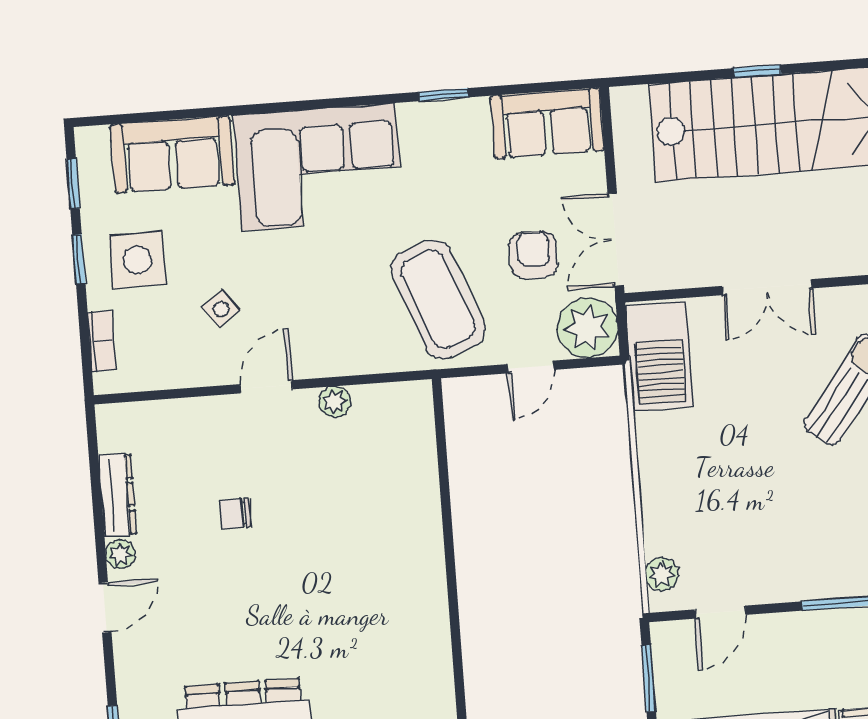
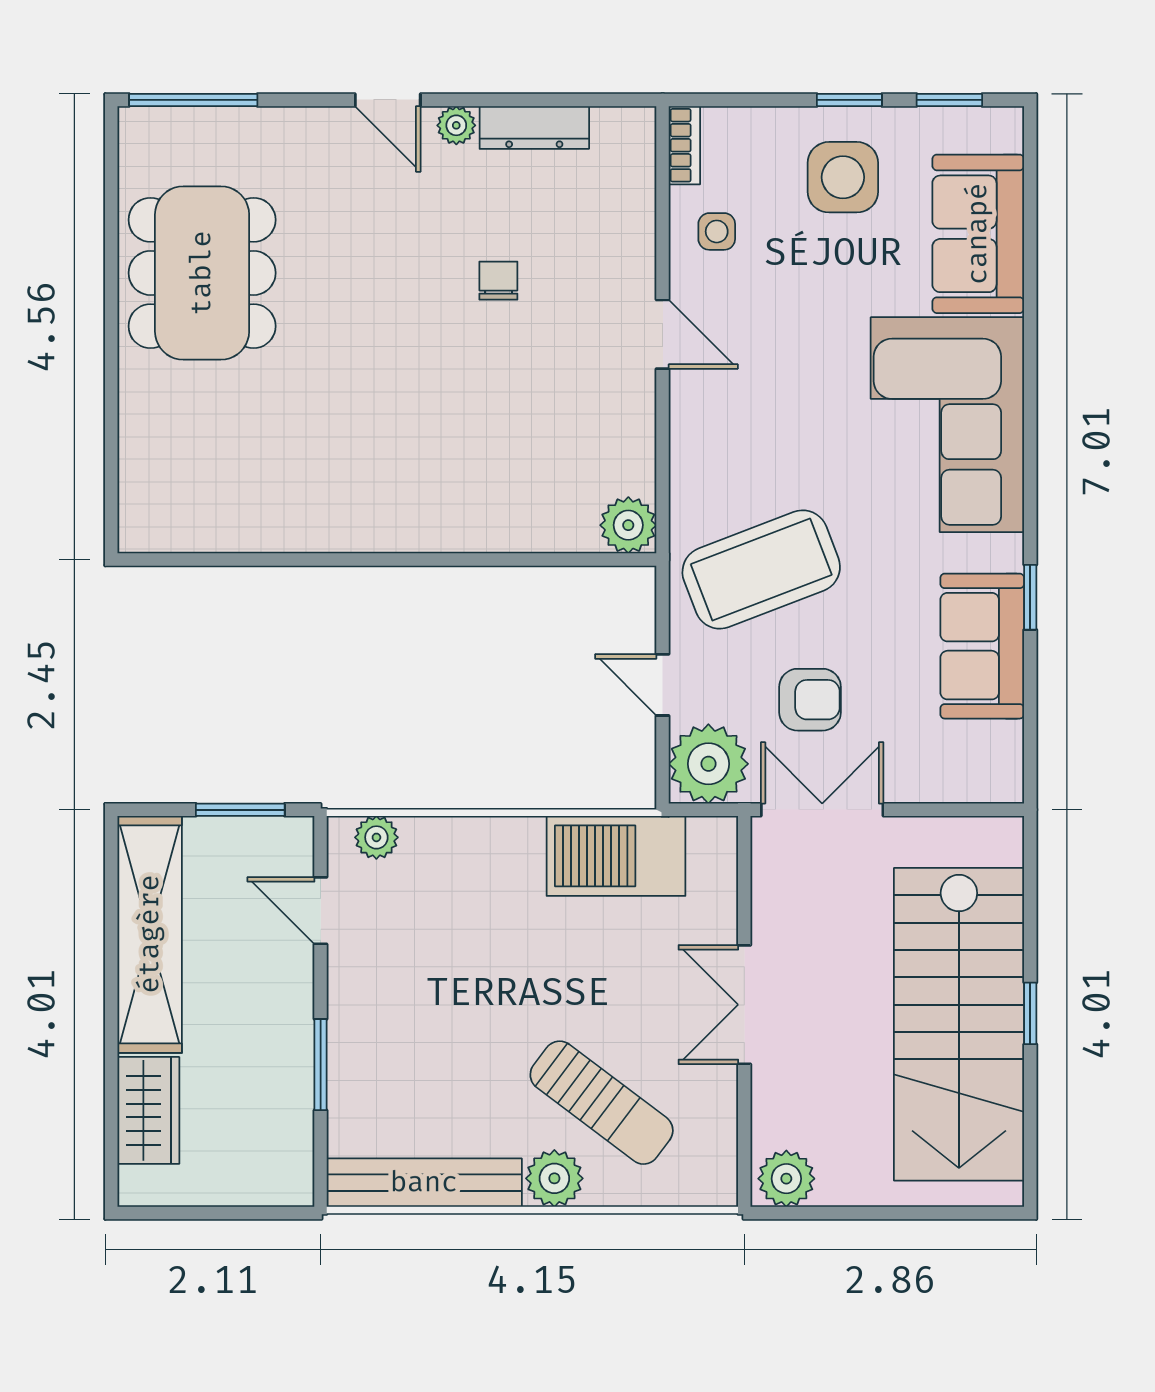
sofa: (547, 123) -> (982, 646), moved
side table: (221, 309) -> (717, 231), moved, turned 37
bookcase: (102, 341) -> (684, 145), moved, turned -90
barbecue: (659, 356) -> (616, 856), moved
plant: (335, 402) -> (628, 525), moved, width x1.38, depth x1.38

